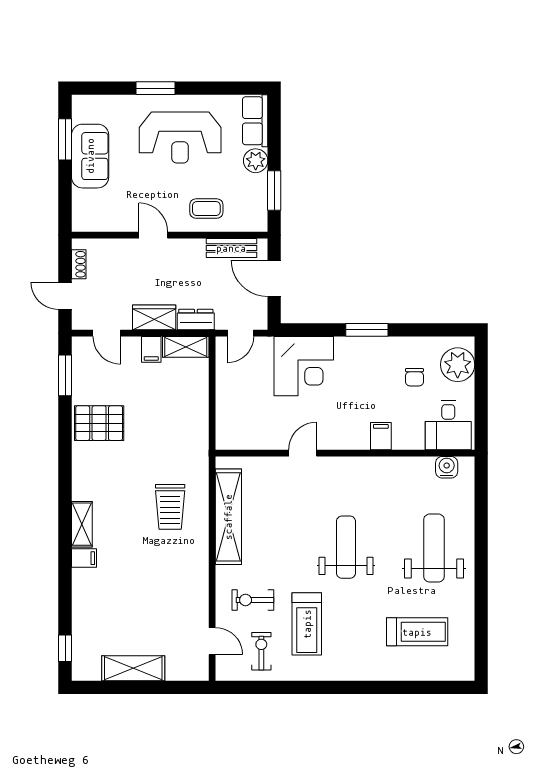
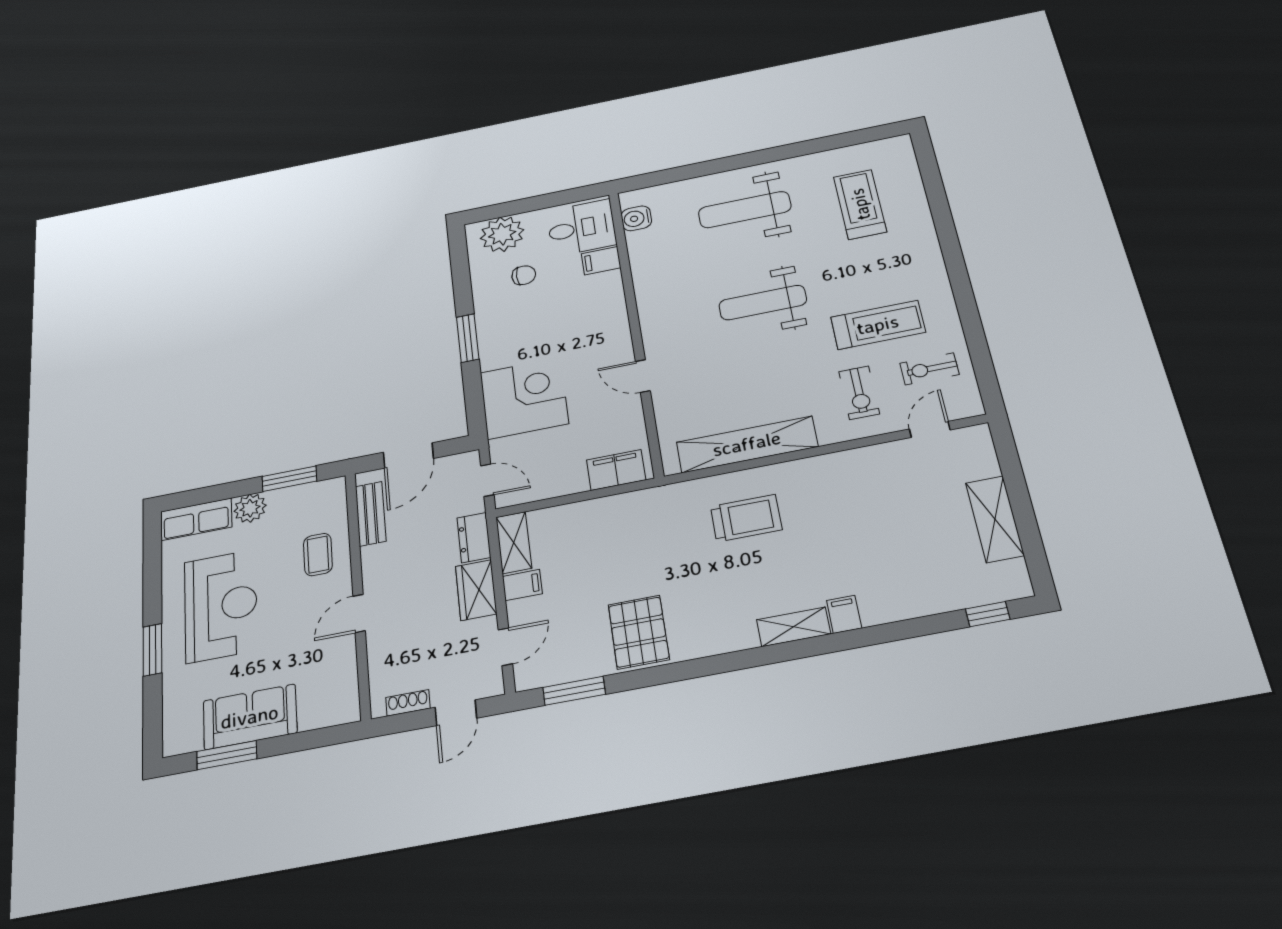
filing cabinet: (228, 424) -> (616, 470), added
filing cabinet: (381, 436) -> (601, 261), moved

